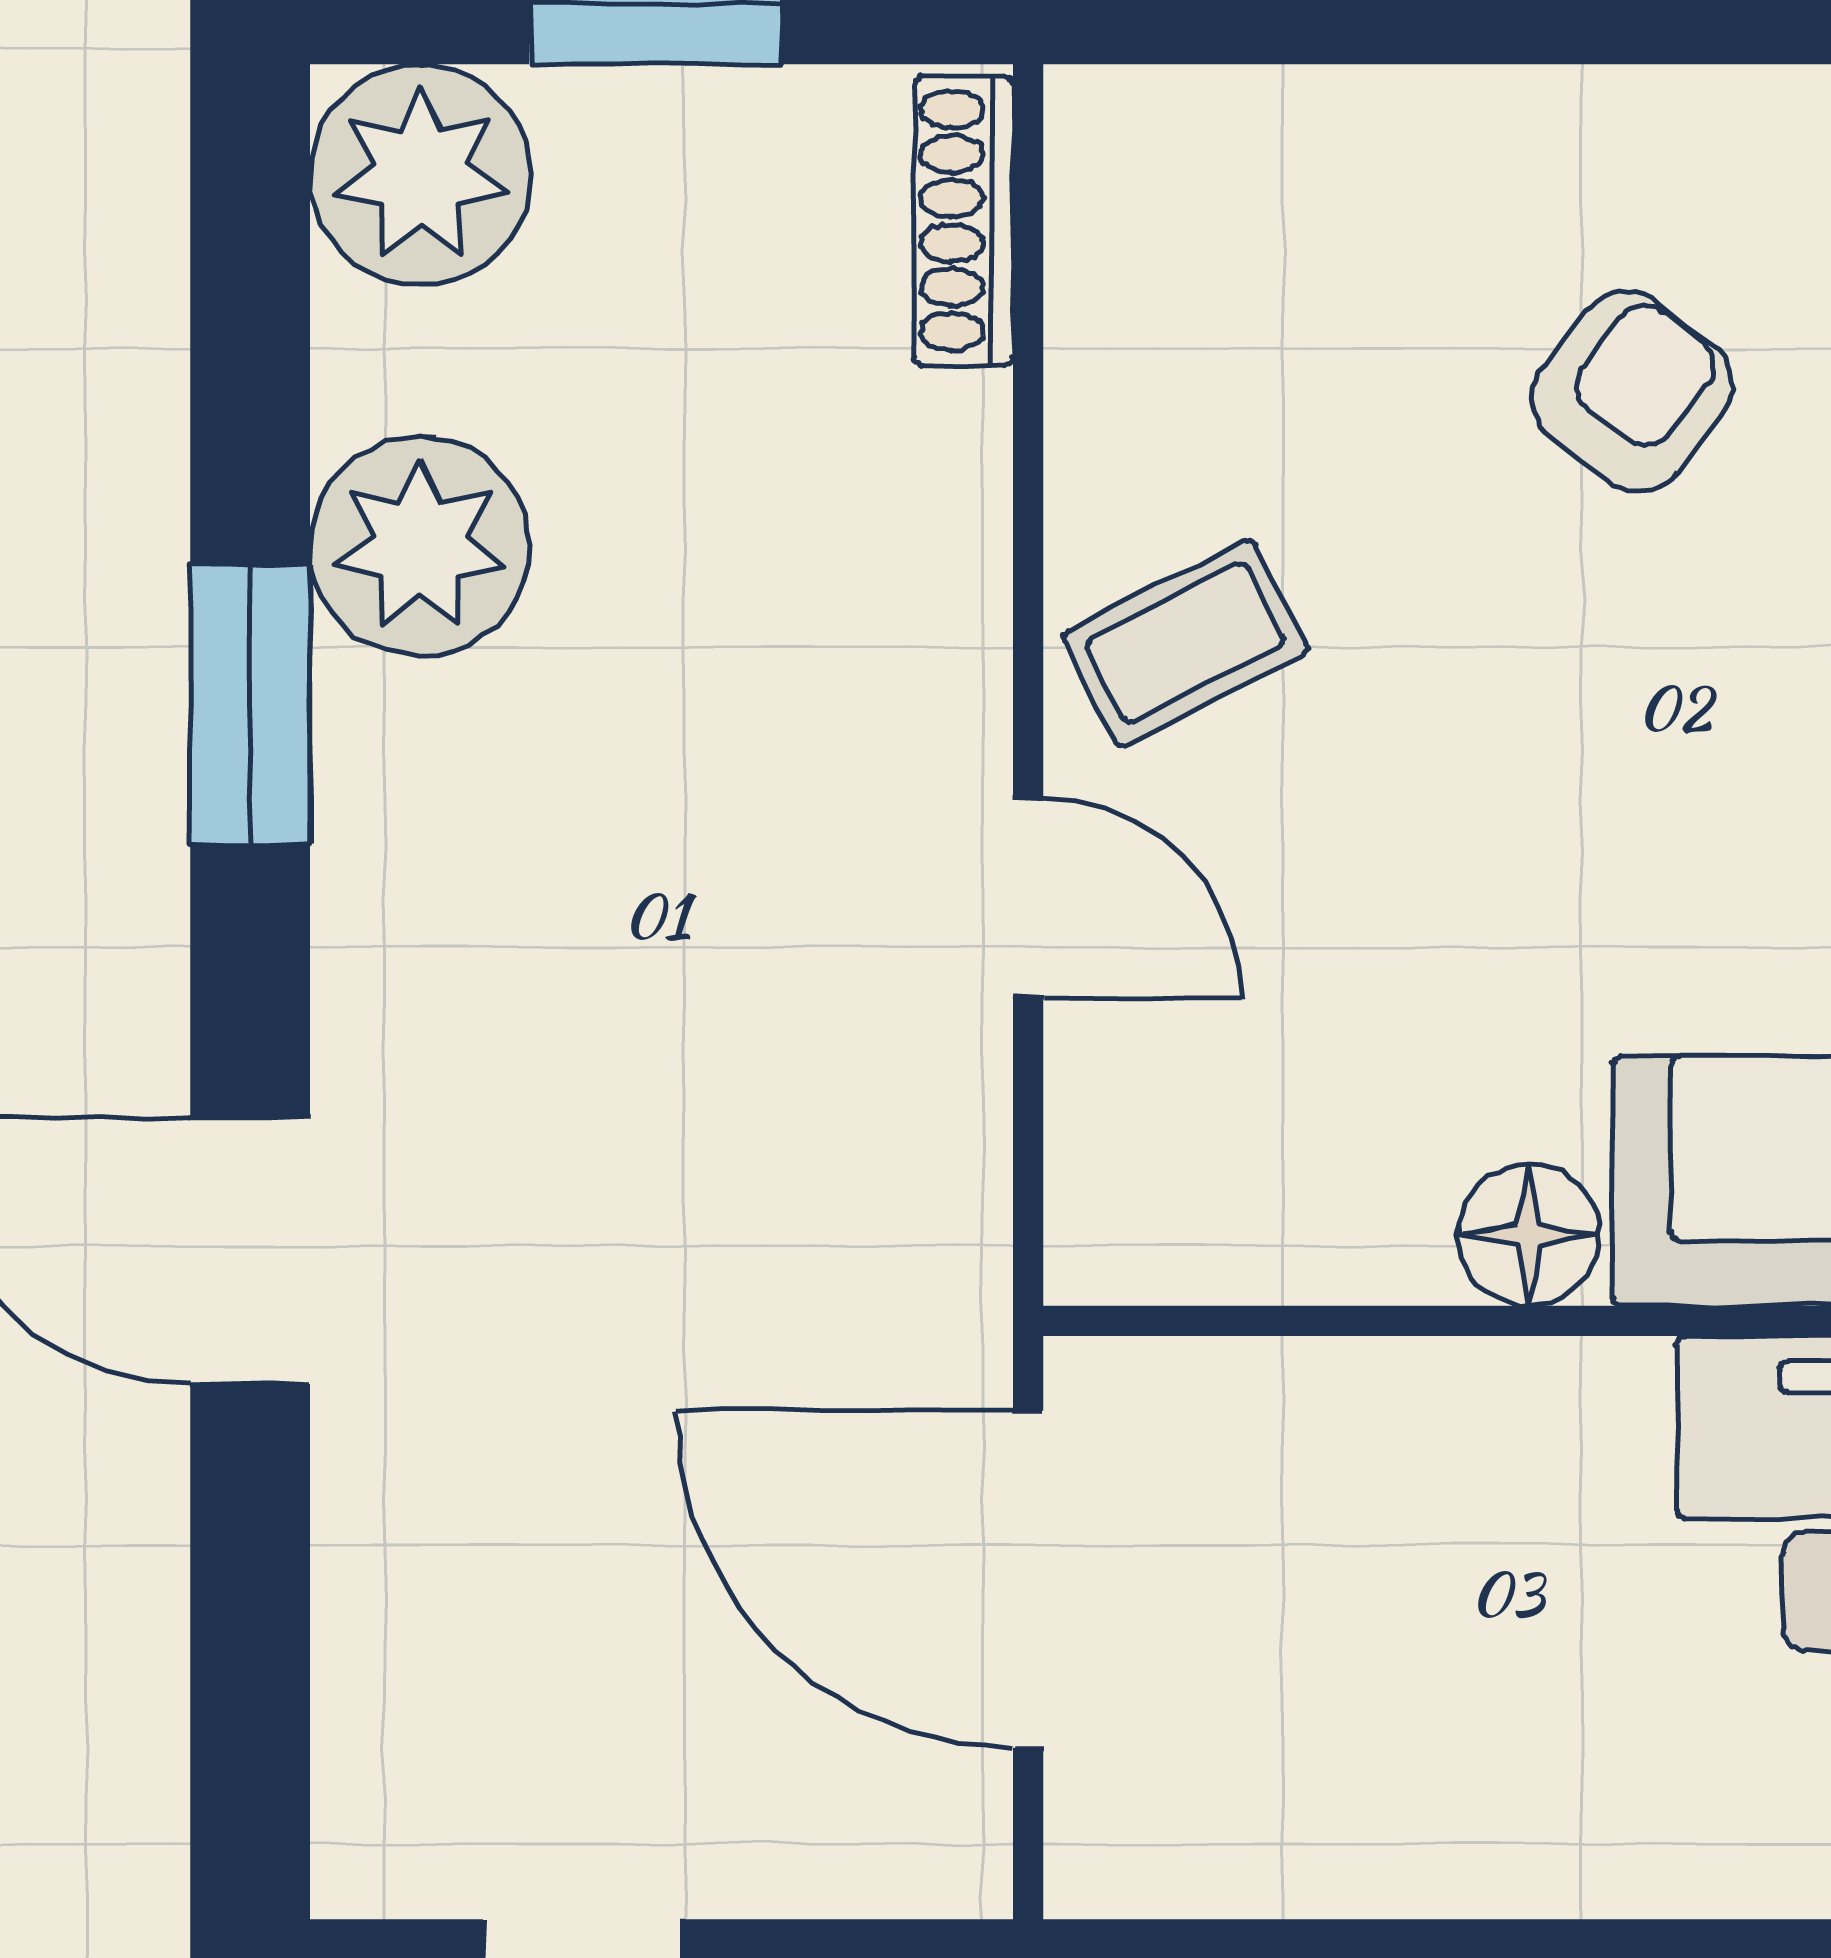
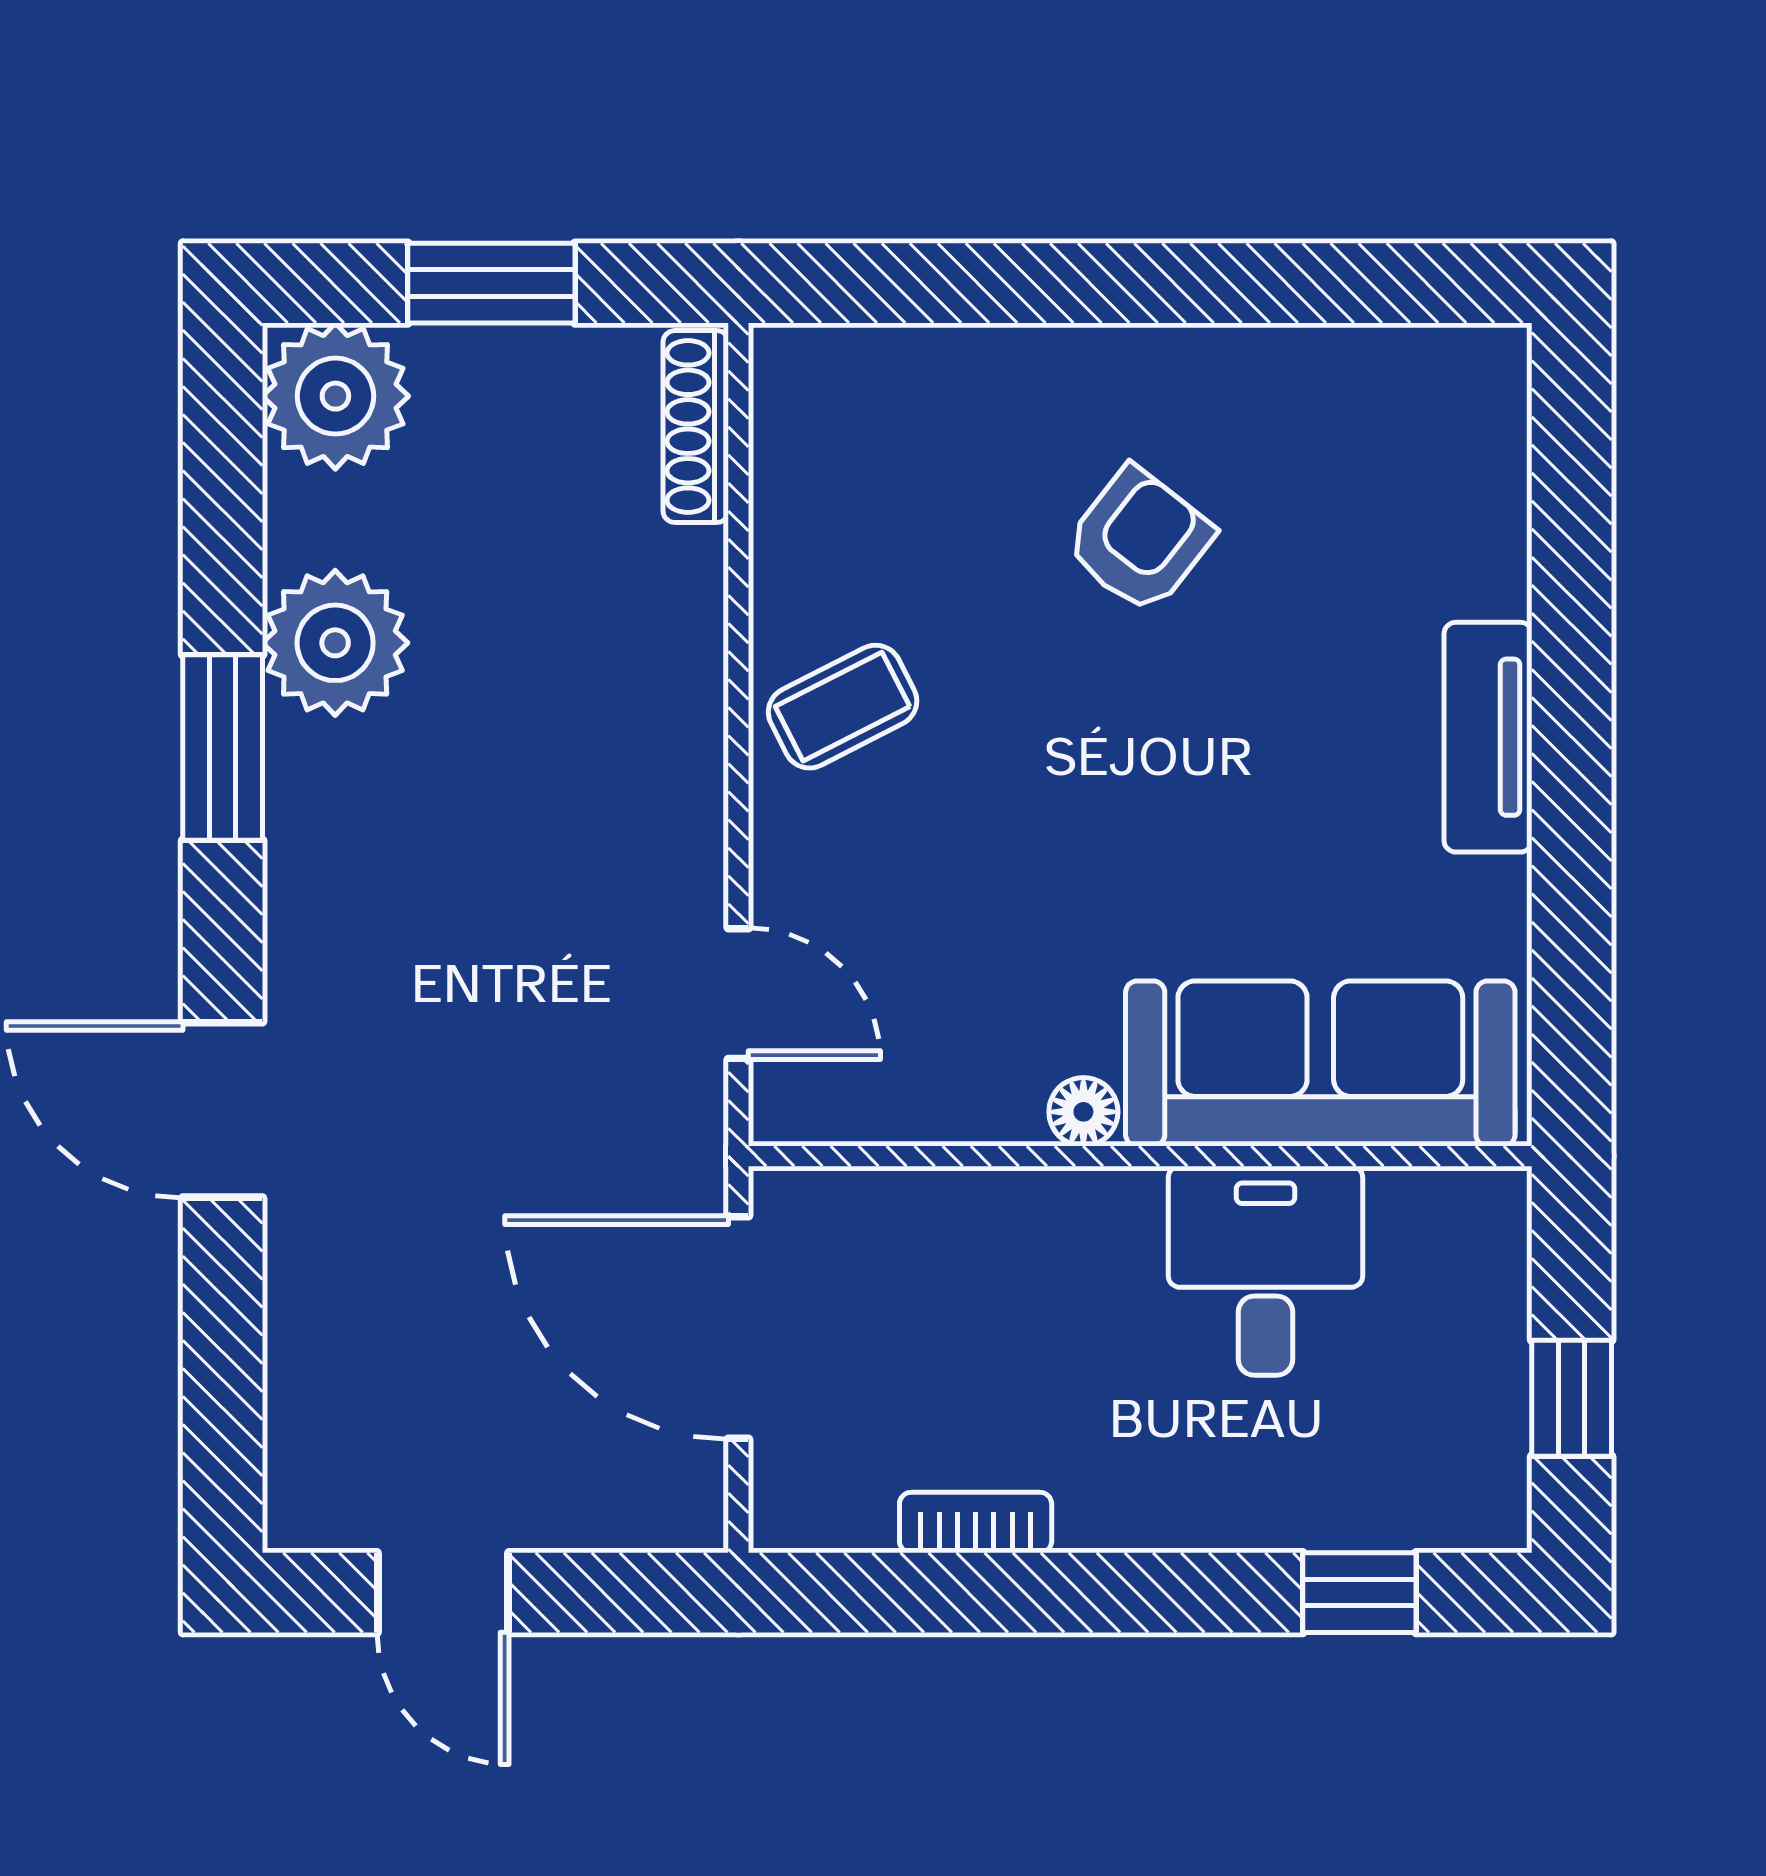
door: (1028, 898) -> (738, 994), moved
floor lamp: (1529, 1235) -> (1083, 1112), width x0.73, depth x0.73
bookcase: (1386, 1873) -> (976, 1523), added

